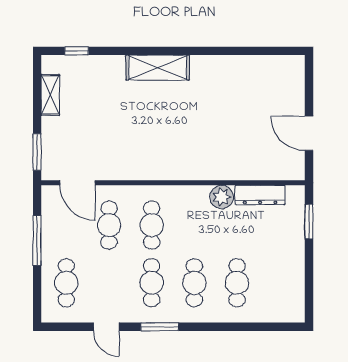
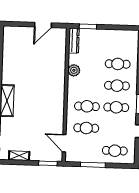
door: (78, 183) -> (64, 143), swing flipped
dresser: (260, 195) -> (74, 41), moved

